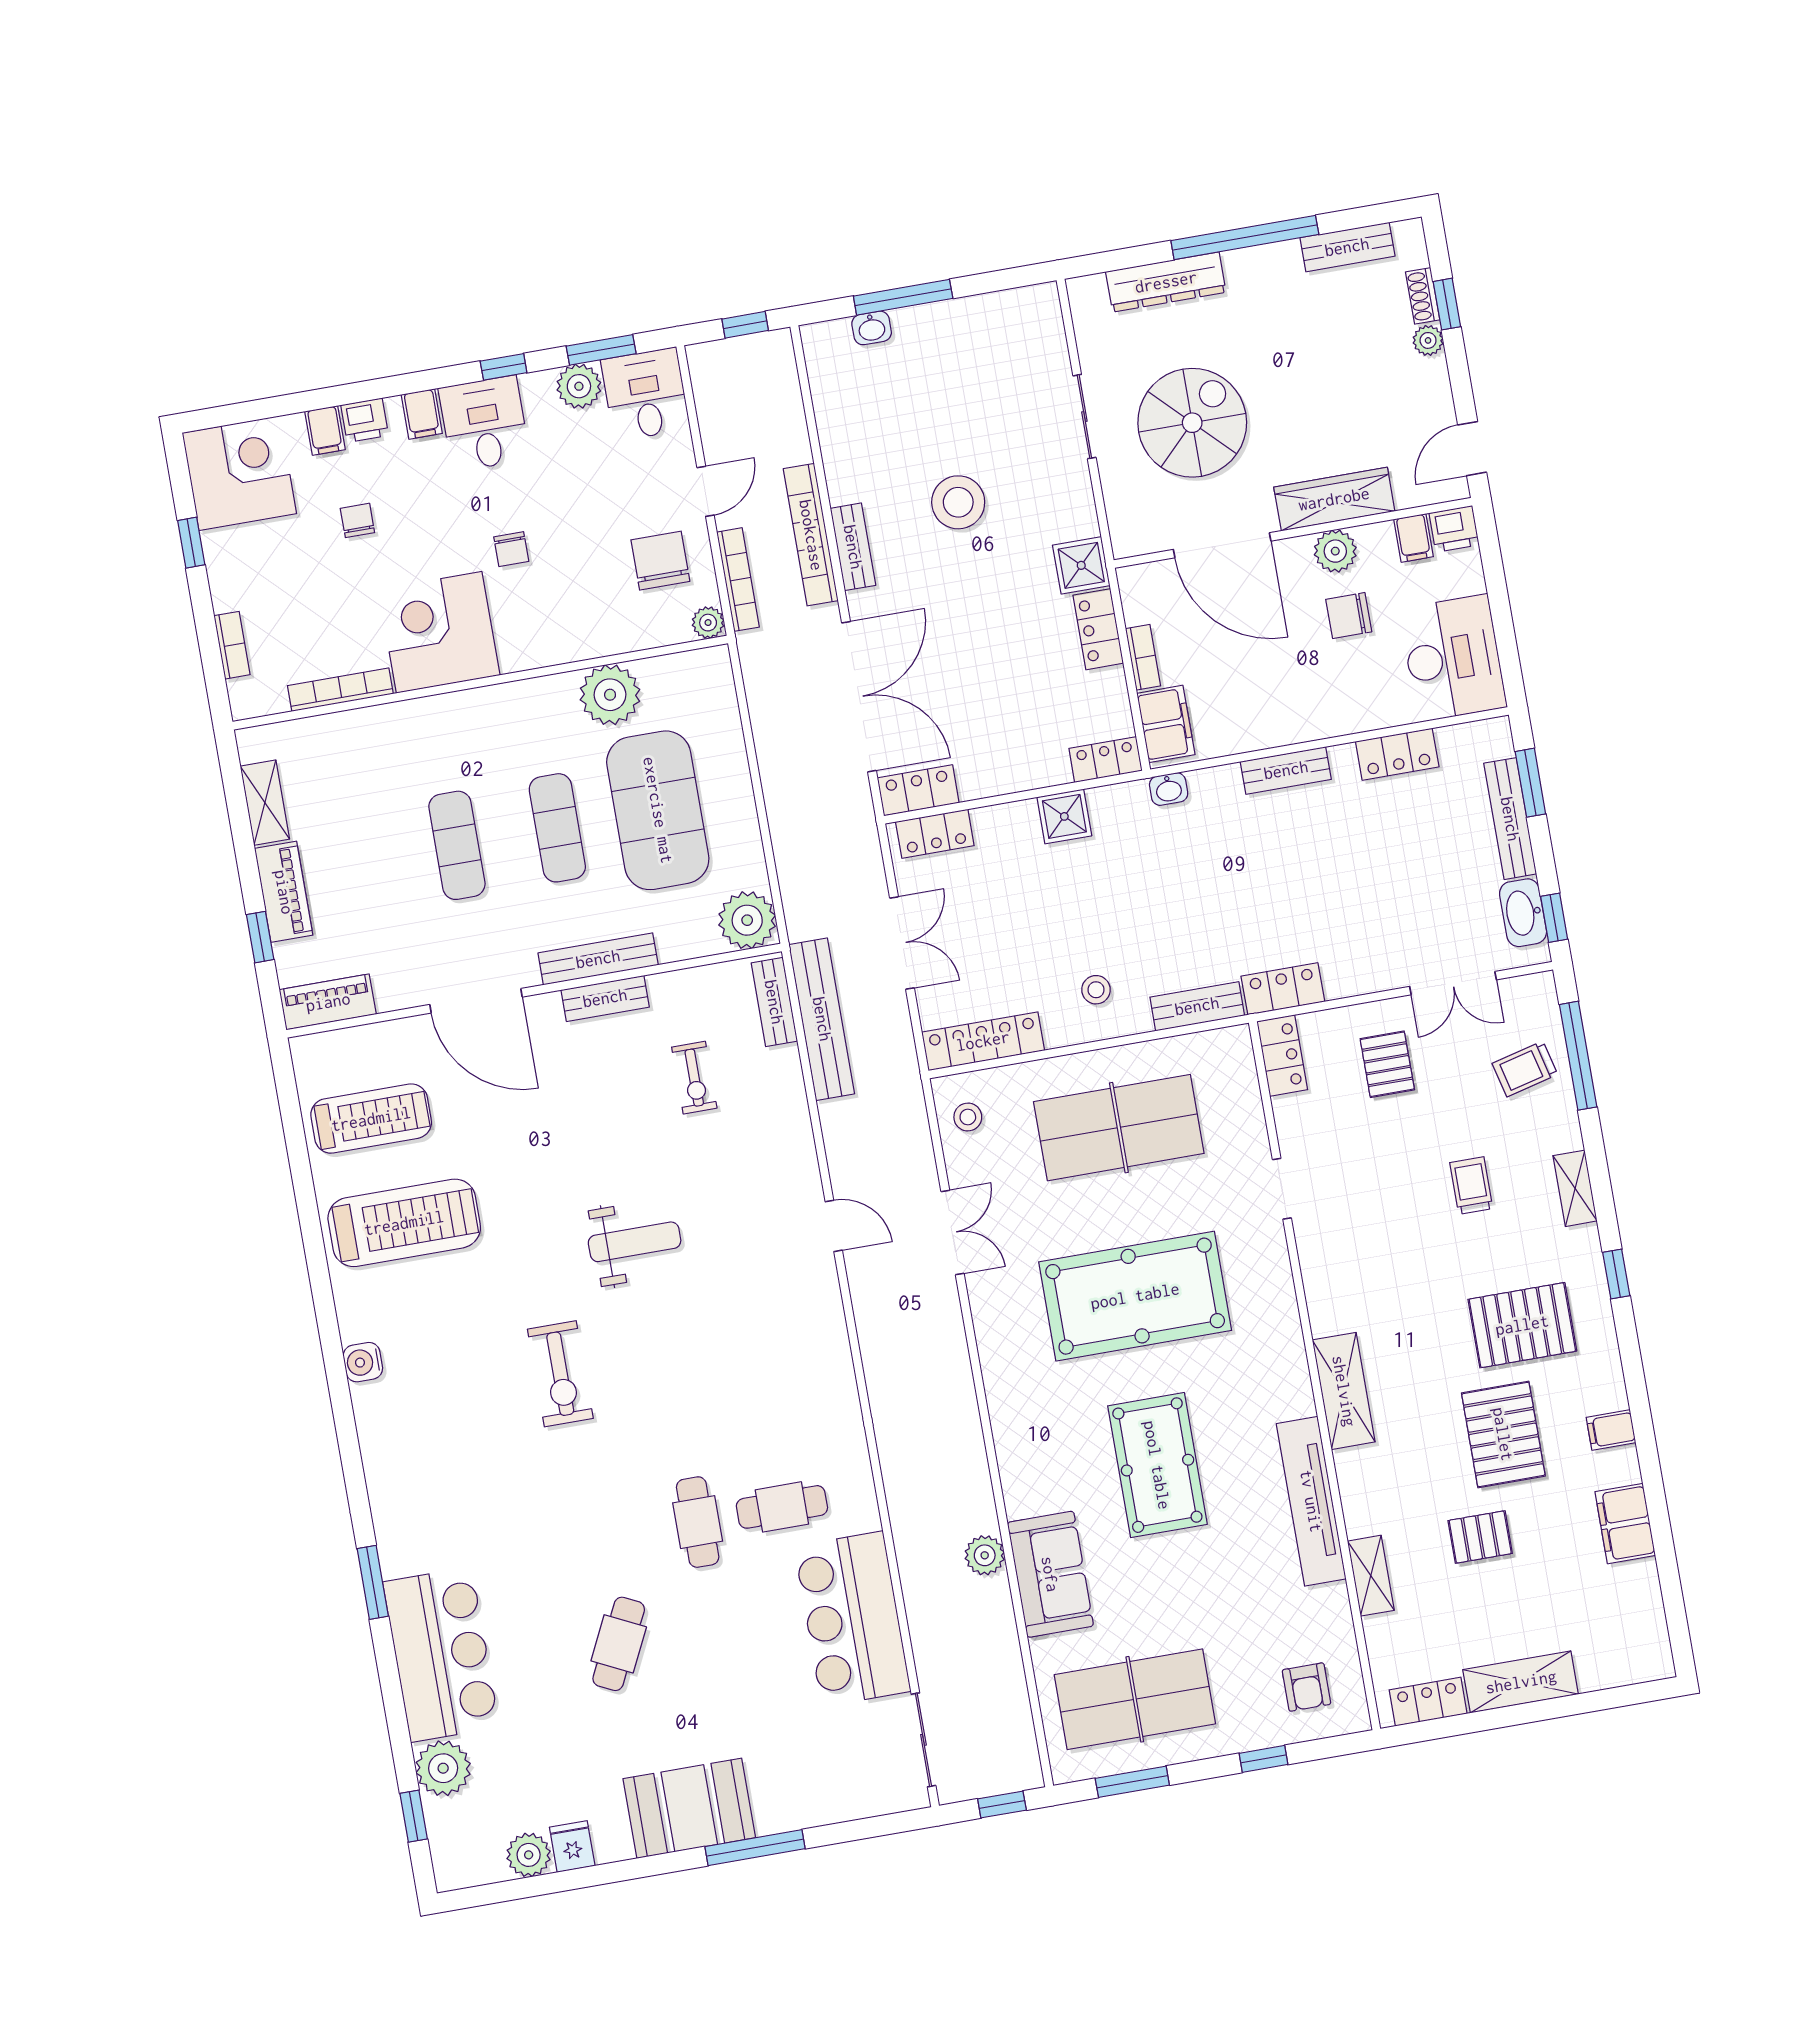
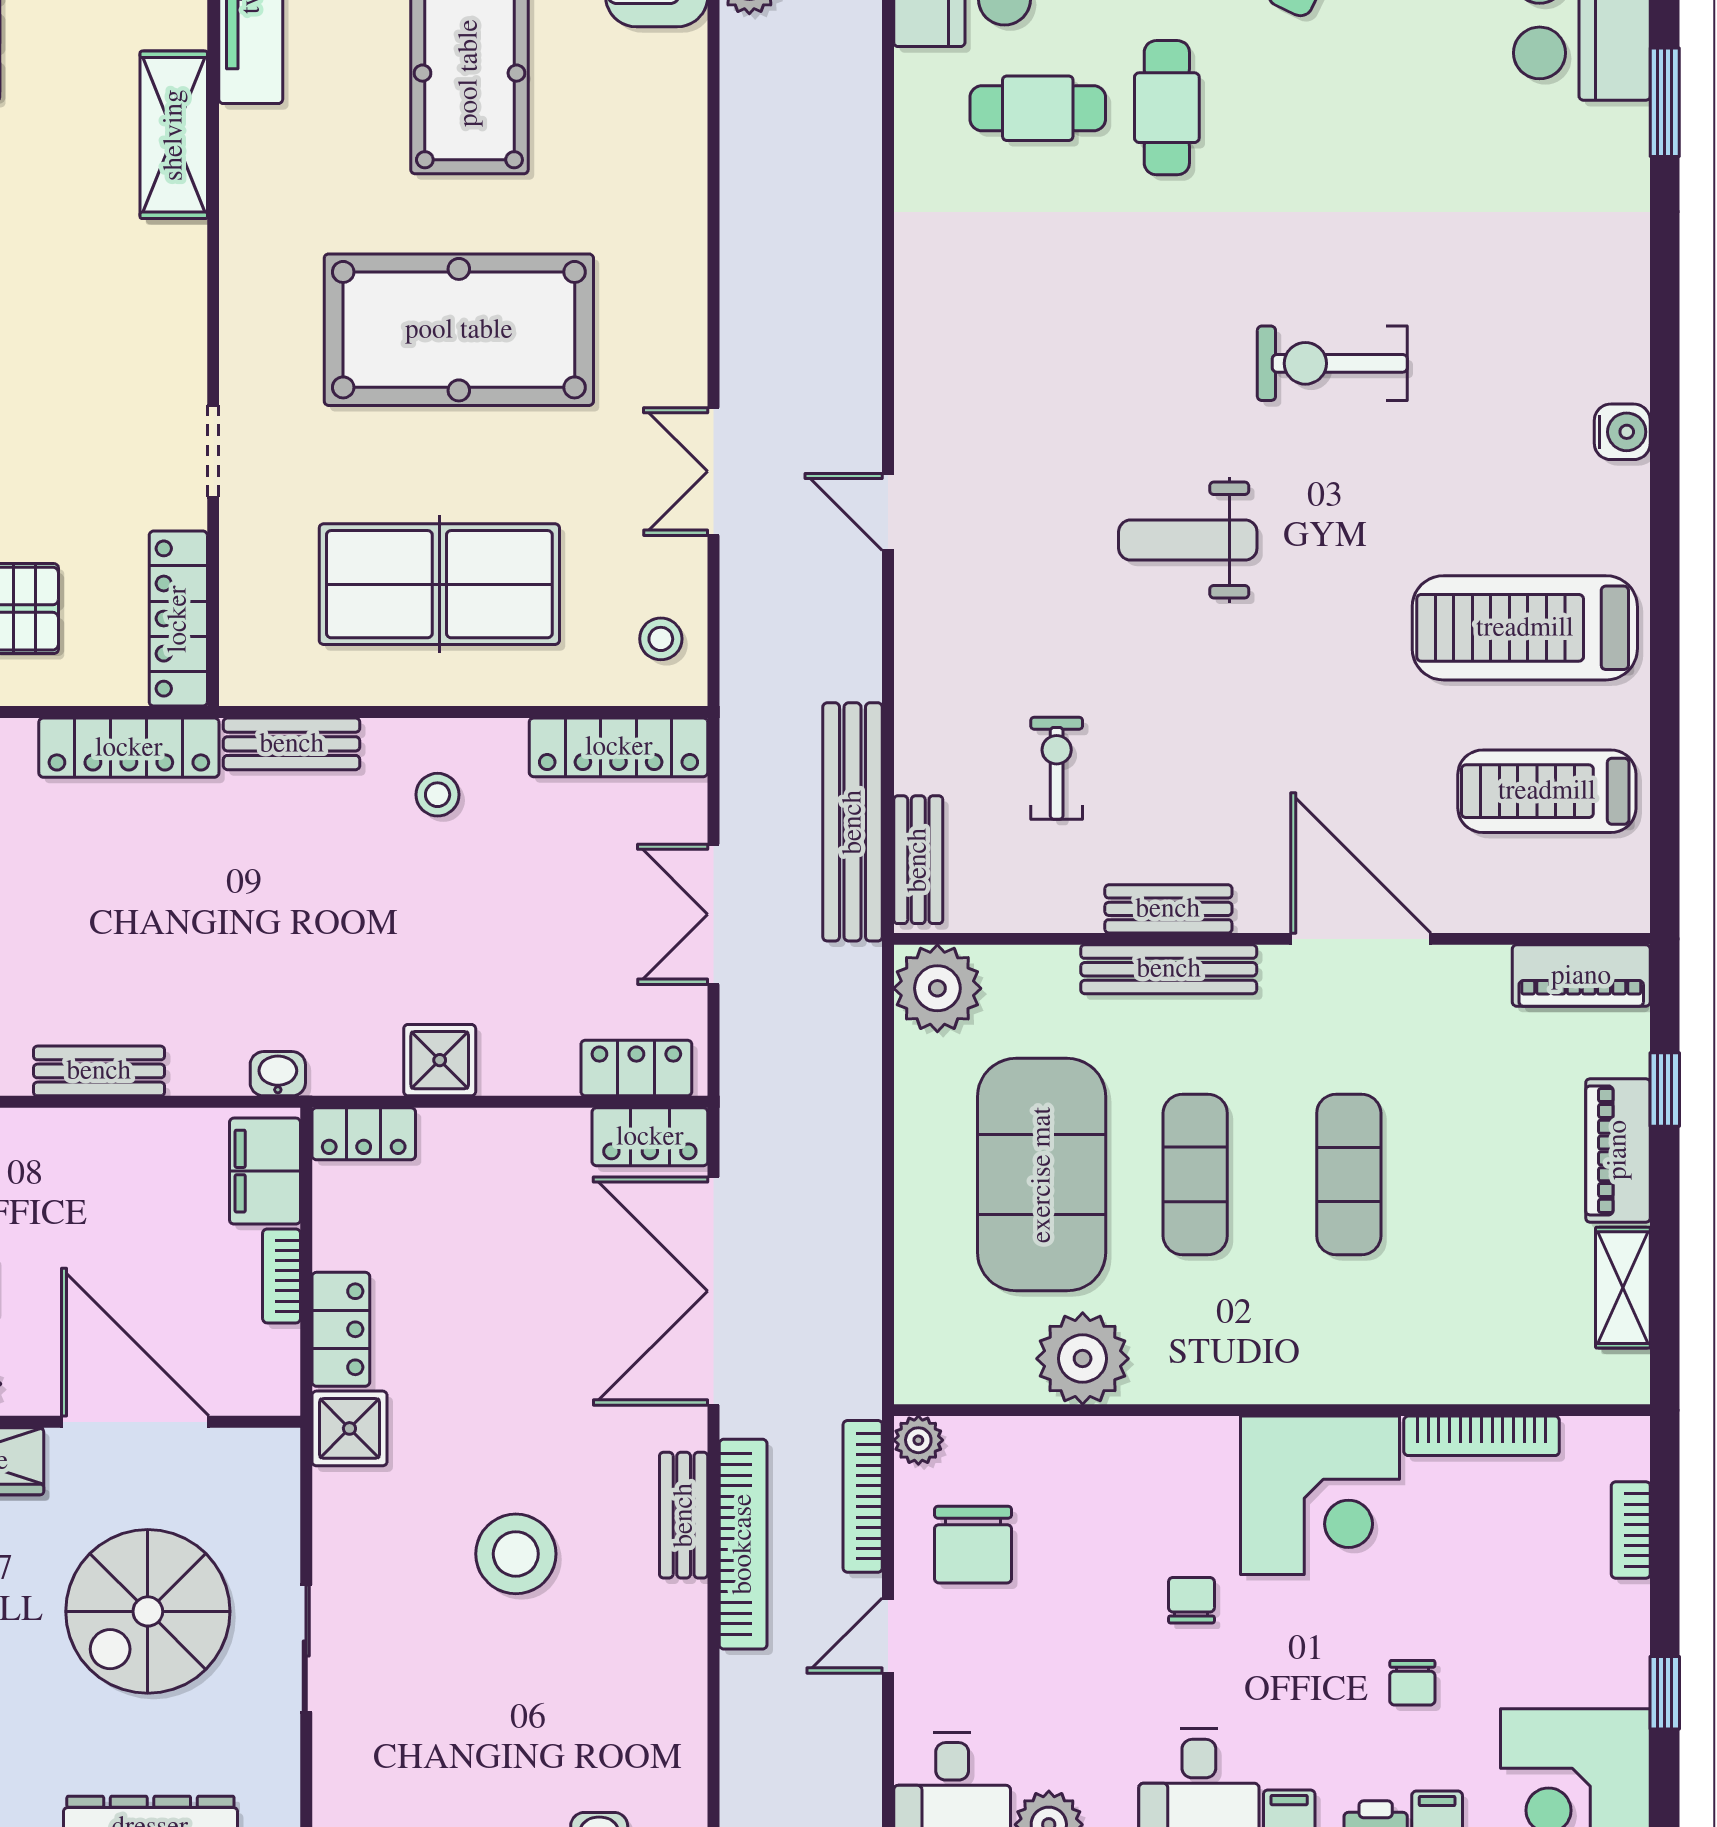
locker: (1283, 989) -> (129, 748), width x1.53
locker: (1282, 1056) -> (178, 619), width x1.53
exercise bike: (560, 1374) -> (1332, 363), turned -90

